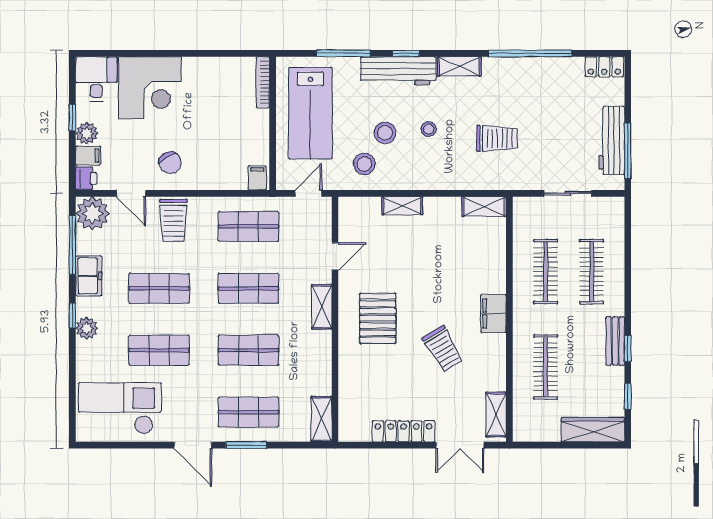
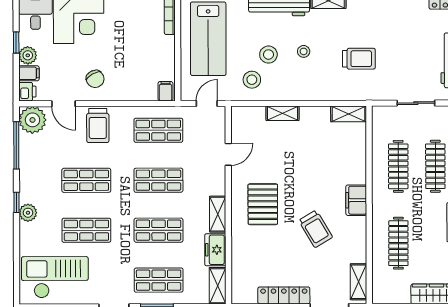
freezer: (89, 276) -> (215, 250), moved, turned 180
shelving: (322, 307) -> (218, 214), moved

